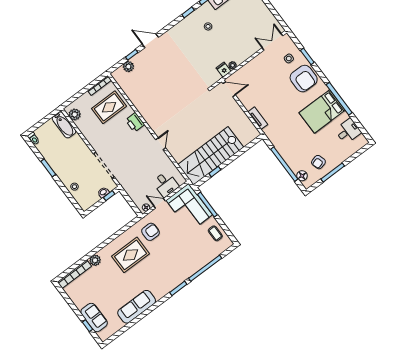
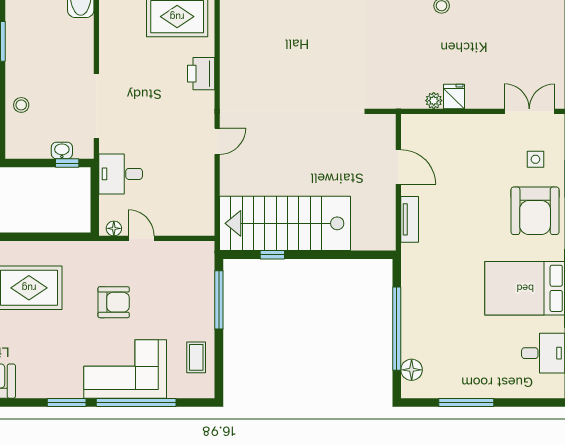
fridge: (224, 70) -> (454, 97), moved
door: (229, 89) -> (398, 167), moved
armchair: (318, 162) -> (456, 368), removed
desk: (166, 184) -> (121, 174), moved, turned 90
corner sofa: (189, 208) -> (125, 369), moved, turned 90
armchair: (151, 232) -> (114, 302), moved

